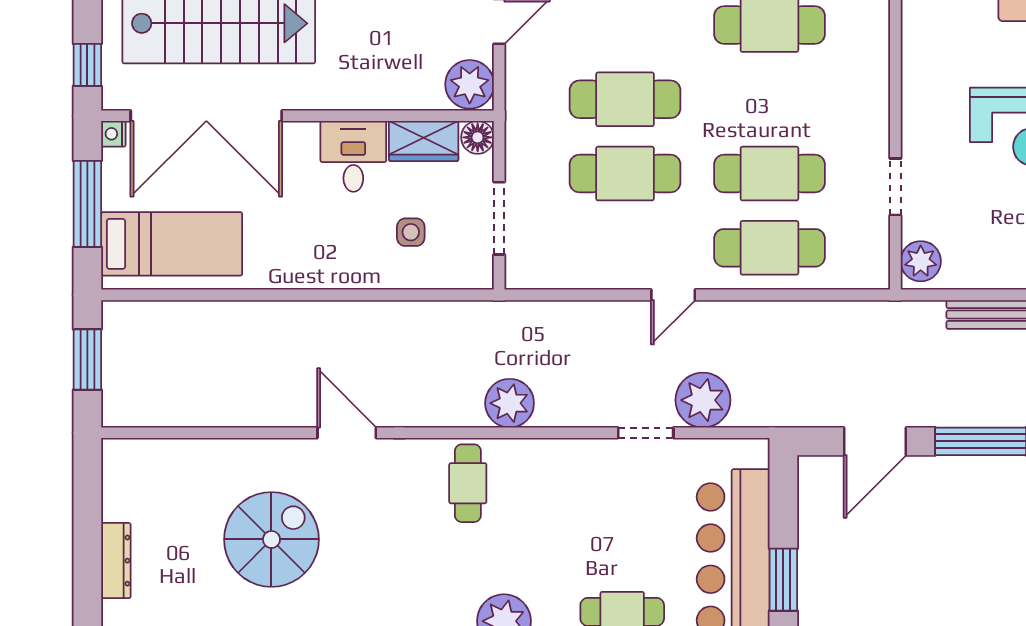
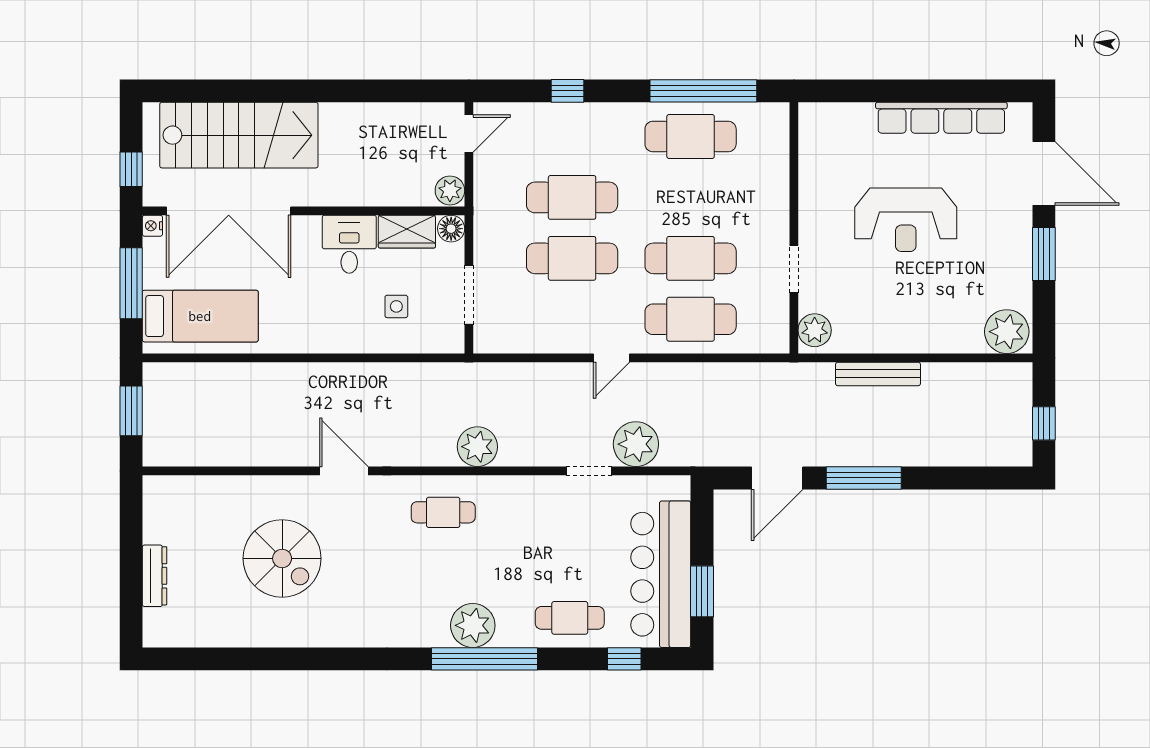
plant: (470, 84) -> (450, 191), width x0.73, depth x0.73
cafe table: (468, 483) -> (443, 512), turned 90
spiral stairs: (271, 539) -> (282, 558), turned 90

